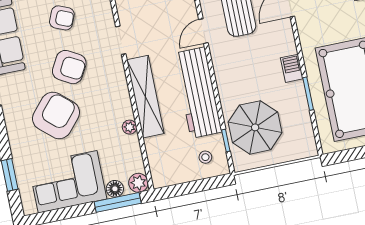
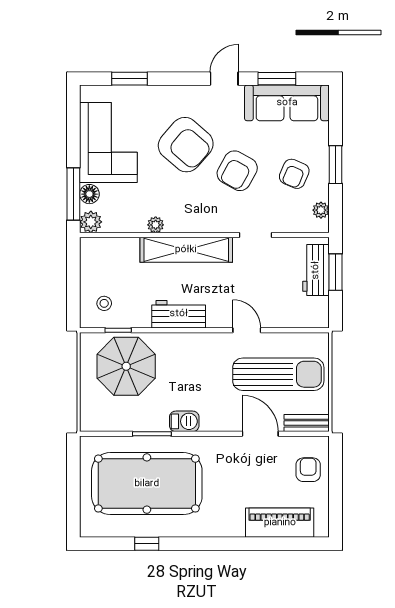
workbench: (198, 93) -> (179, 314), width x0.53, depth x0.76

